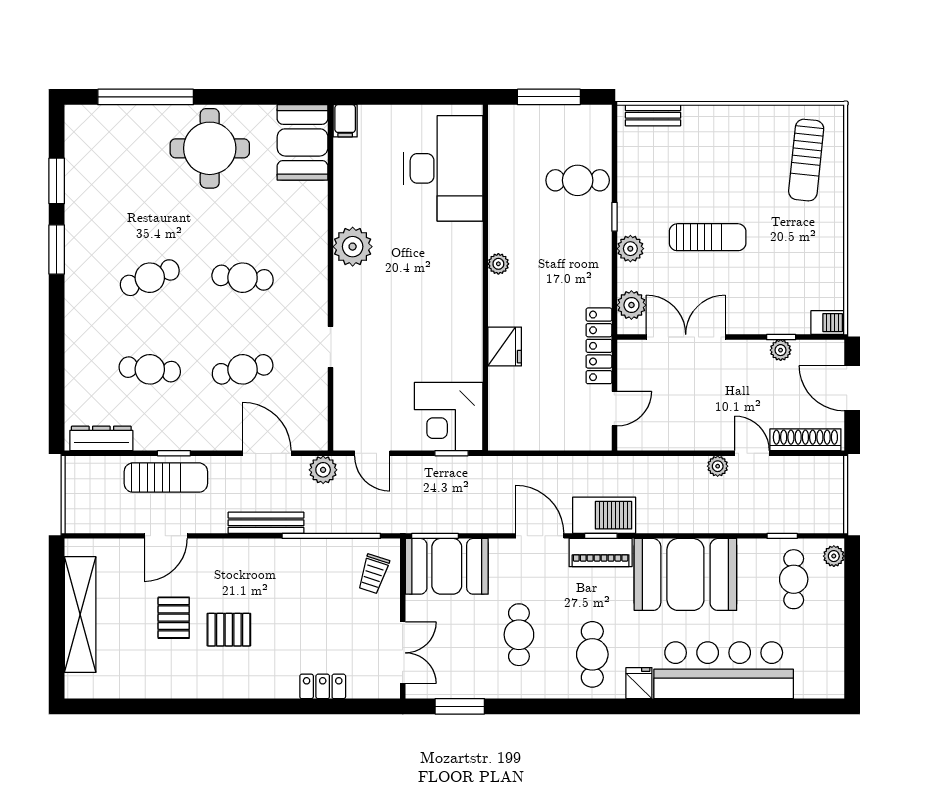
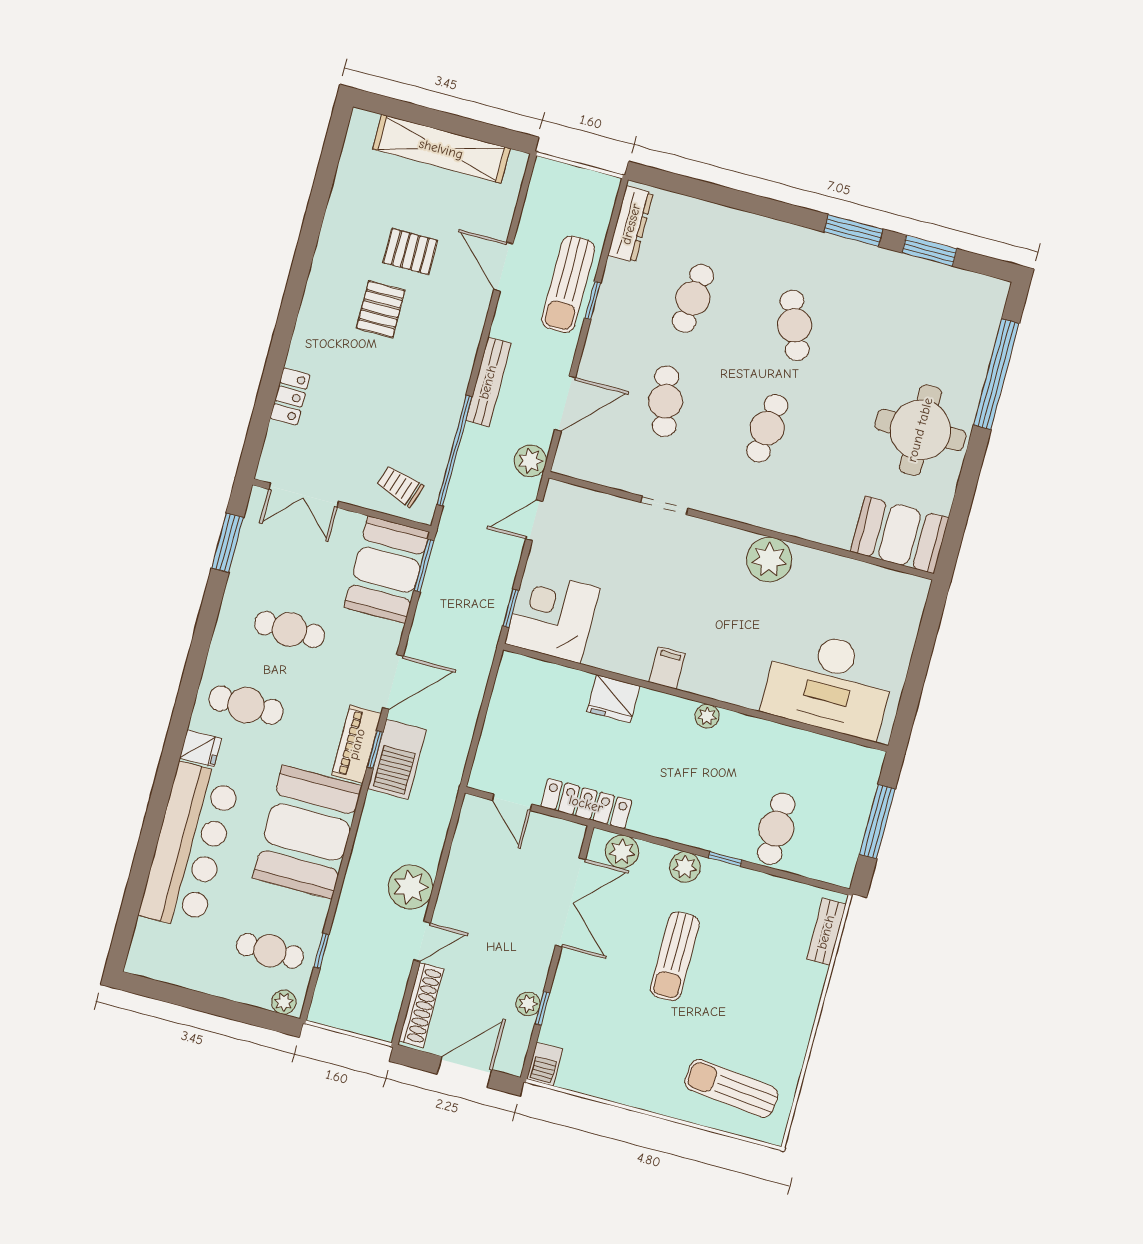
filing cabinet: (345, 121) -> (667, 668), moved, turned 90
plant: (718, 466) -> (411, 887), width x1.88, depth x1.88

